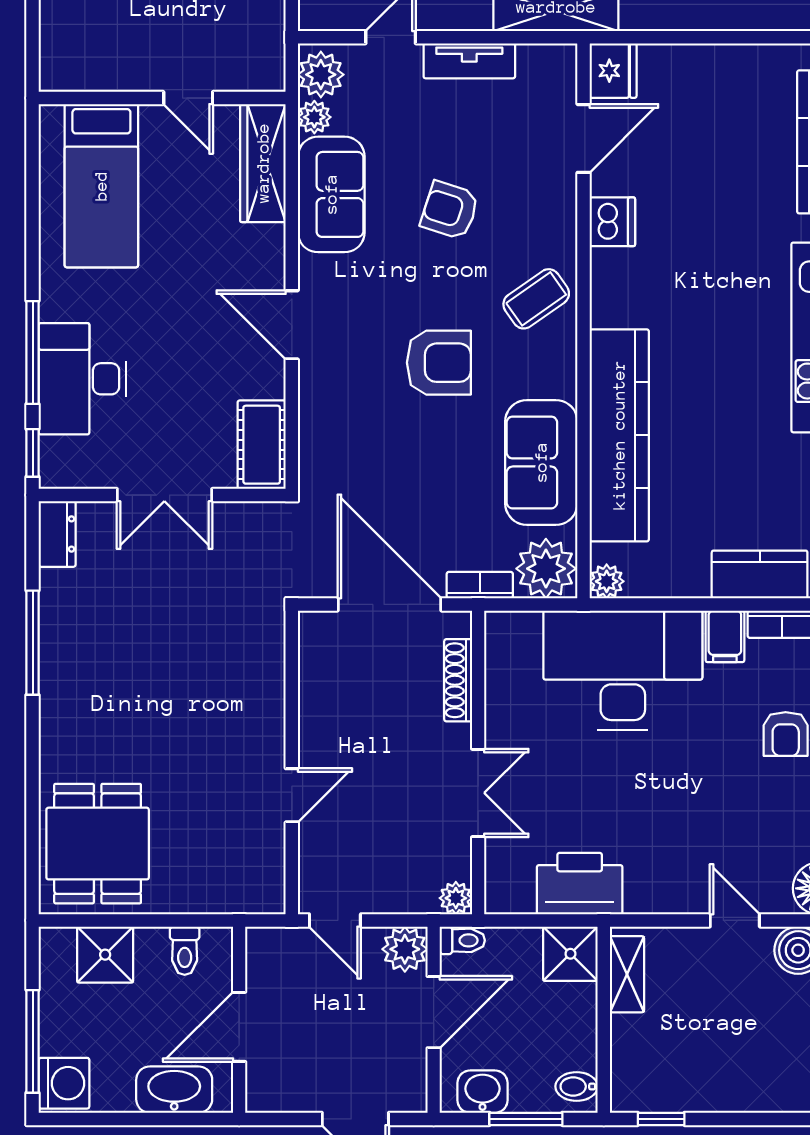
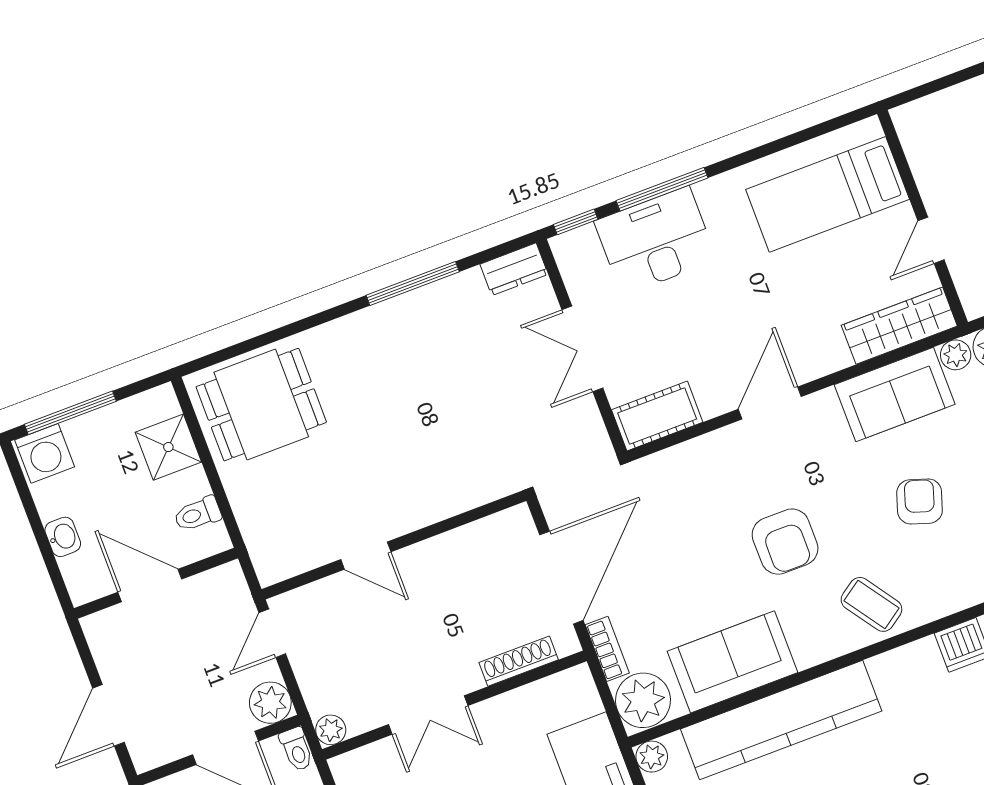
washbasin: (174, 1090) -> (63, 537), width x0.52, depth x0.69

